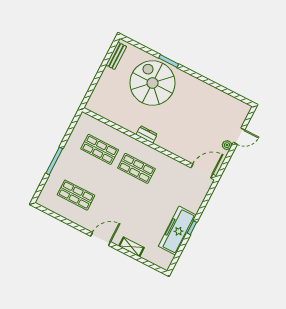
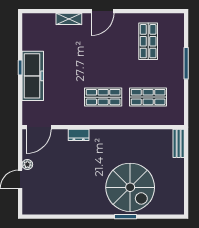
bench: (116, 56) -> (179, 143), moved
dresser: (147, 134) -> (79, 135), moved
shop shelf: (76, 195) -> (148, 41), turned 90
freezer: (177, 231) -> (33, 76), moved

